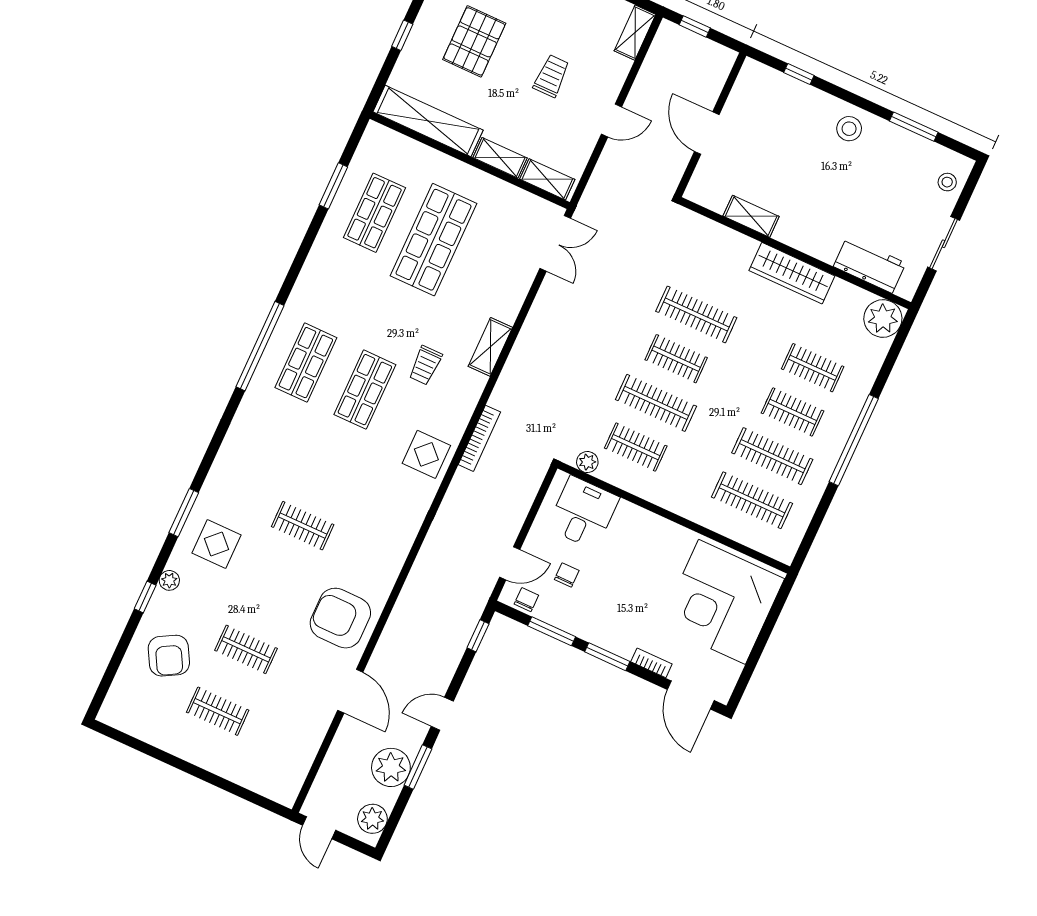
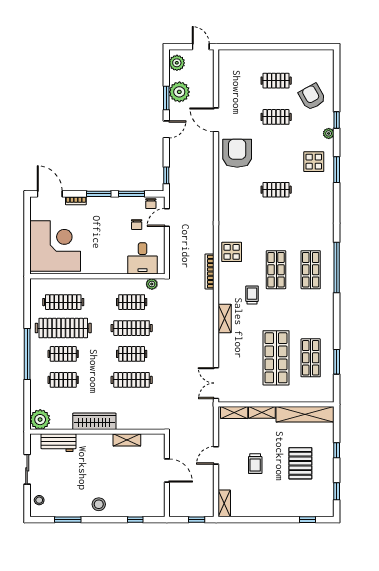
clothes rail: (772, 456) -> (63, 328), width x1.37, depth x1.31
armchair: (340, 618) -> (237, 153), turned -90

